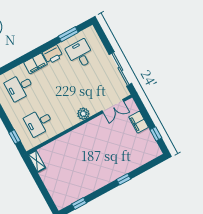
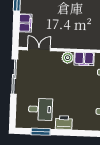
desk: (80, 54) -> (40, 109), turned -90
filing cabinet: (36, 63) -> (84, 59), moved, turned 180

